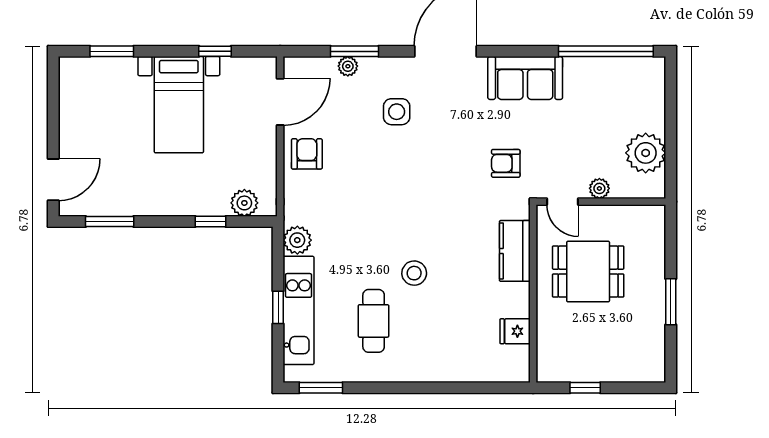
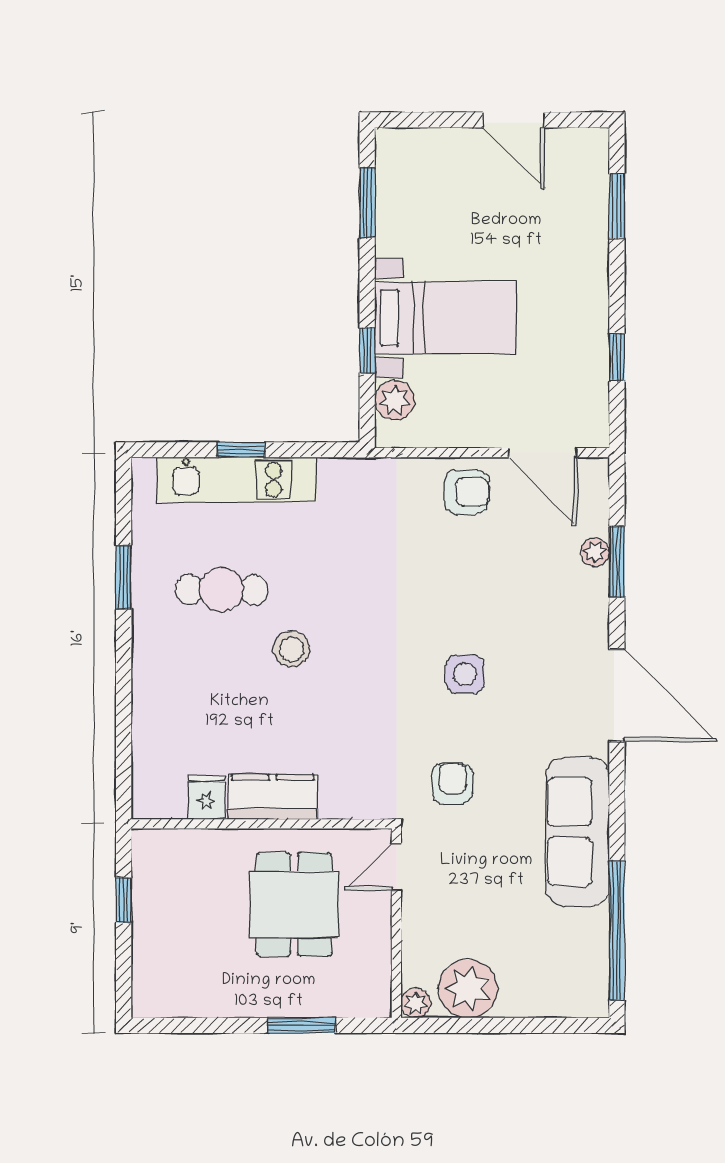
sofa: (525, 78) -> (578, 832), width x1.36
bed with nightstands: (179, 105) -> (445, 318), moved, turned 180
side table: (397, 112) -> (465, 674), moved
door: (53, 180) -> (514, 120), moved
plant: (599, 188) -> (416, 1003), moved
plant: (297, 240) -> (340, 478), removed
kitchen counter: (515, 251) -> (273, 797), moved
window: (671, 302) -> (302, 1025), moved
window: (321, 388) -> (124, 577), moved

